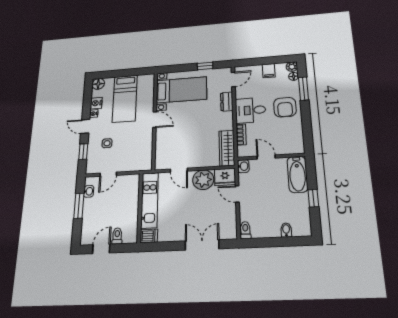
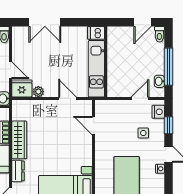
nightstand: (96, 103) -> (158, 112), moved
door: (155, 120) -> (94, 126), moved
wardrobe: (227, 148) -> (19, 140), moved
plant: (203, 180) -> (38, 92), width x0.53, depth x0.53
window: (79, 206) -> (168, 67), width x1.44
toilet: (117, 236) -> (159, 34), moved

